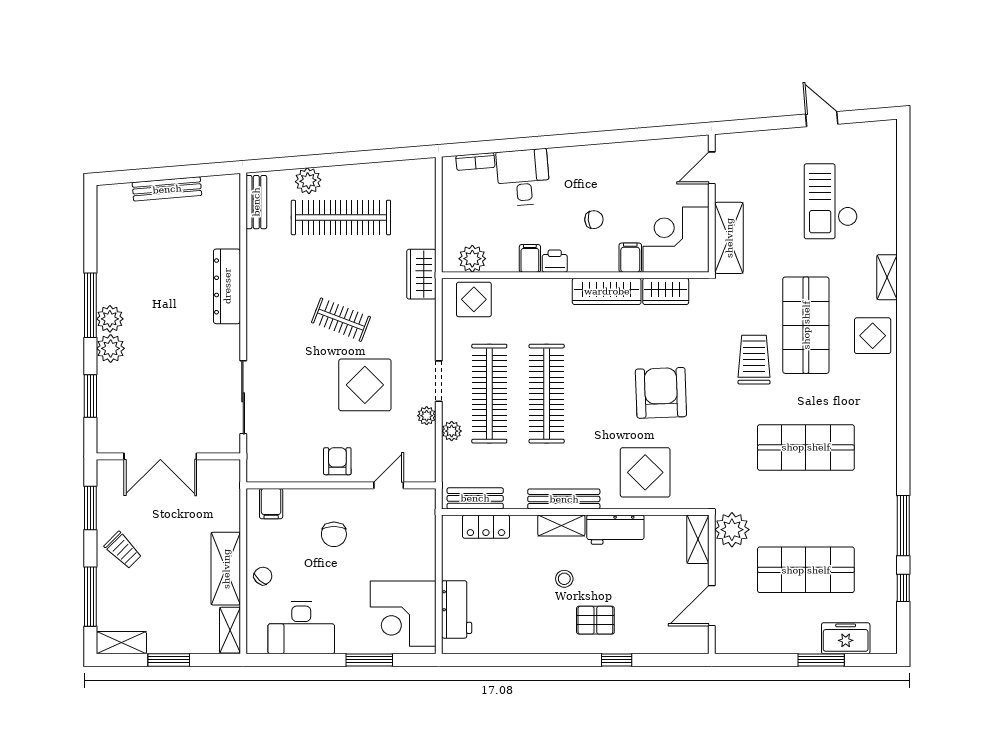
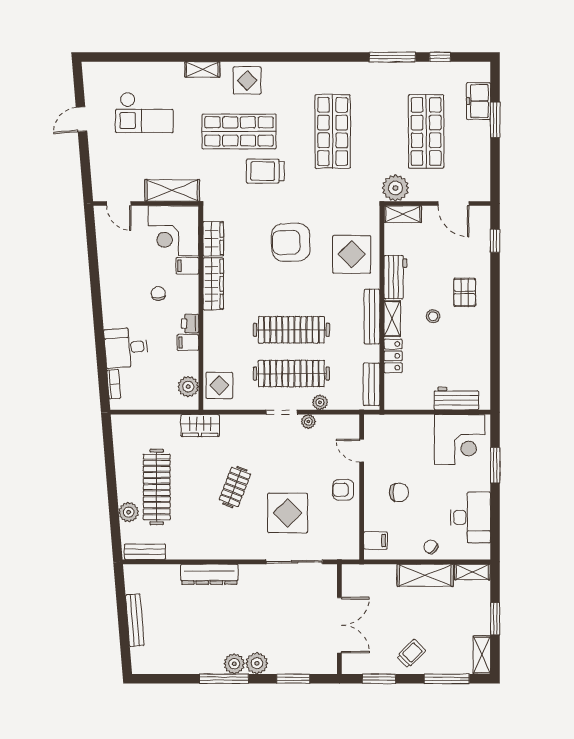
display table: (365, 385) -> (288, 513), moved
locker: (486, 527) -> (393, 356), moved
window: (617, 660) -> (495, 241), moved

